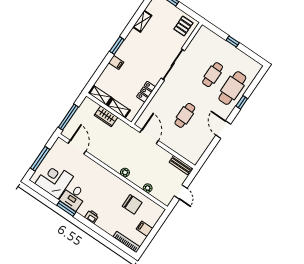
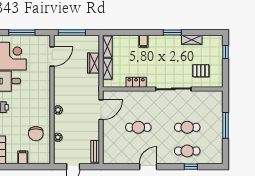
pallet: (183, 26) -> (201, 71), moved
window: (233, 42) -> (226, 125), width x2.17
window: (117, 46) -> (172, 33), moved
cafe table: (232, 88) -> (187, 151), width x0.73, depth x0.74
window: (242, 102) -> (191, 167), moved

